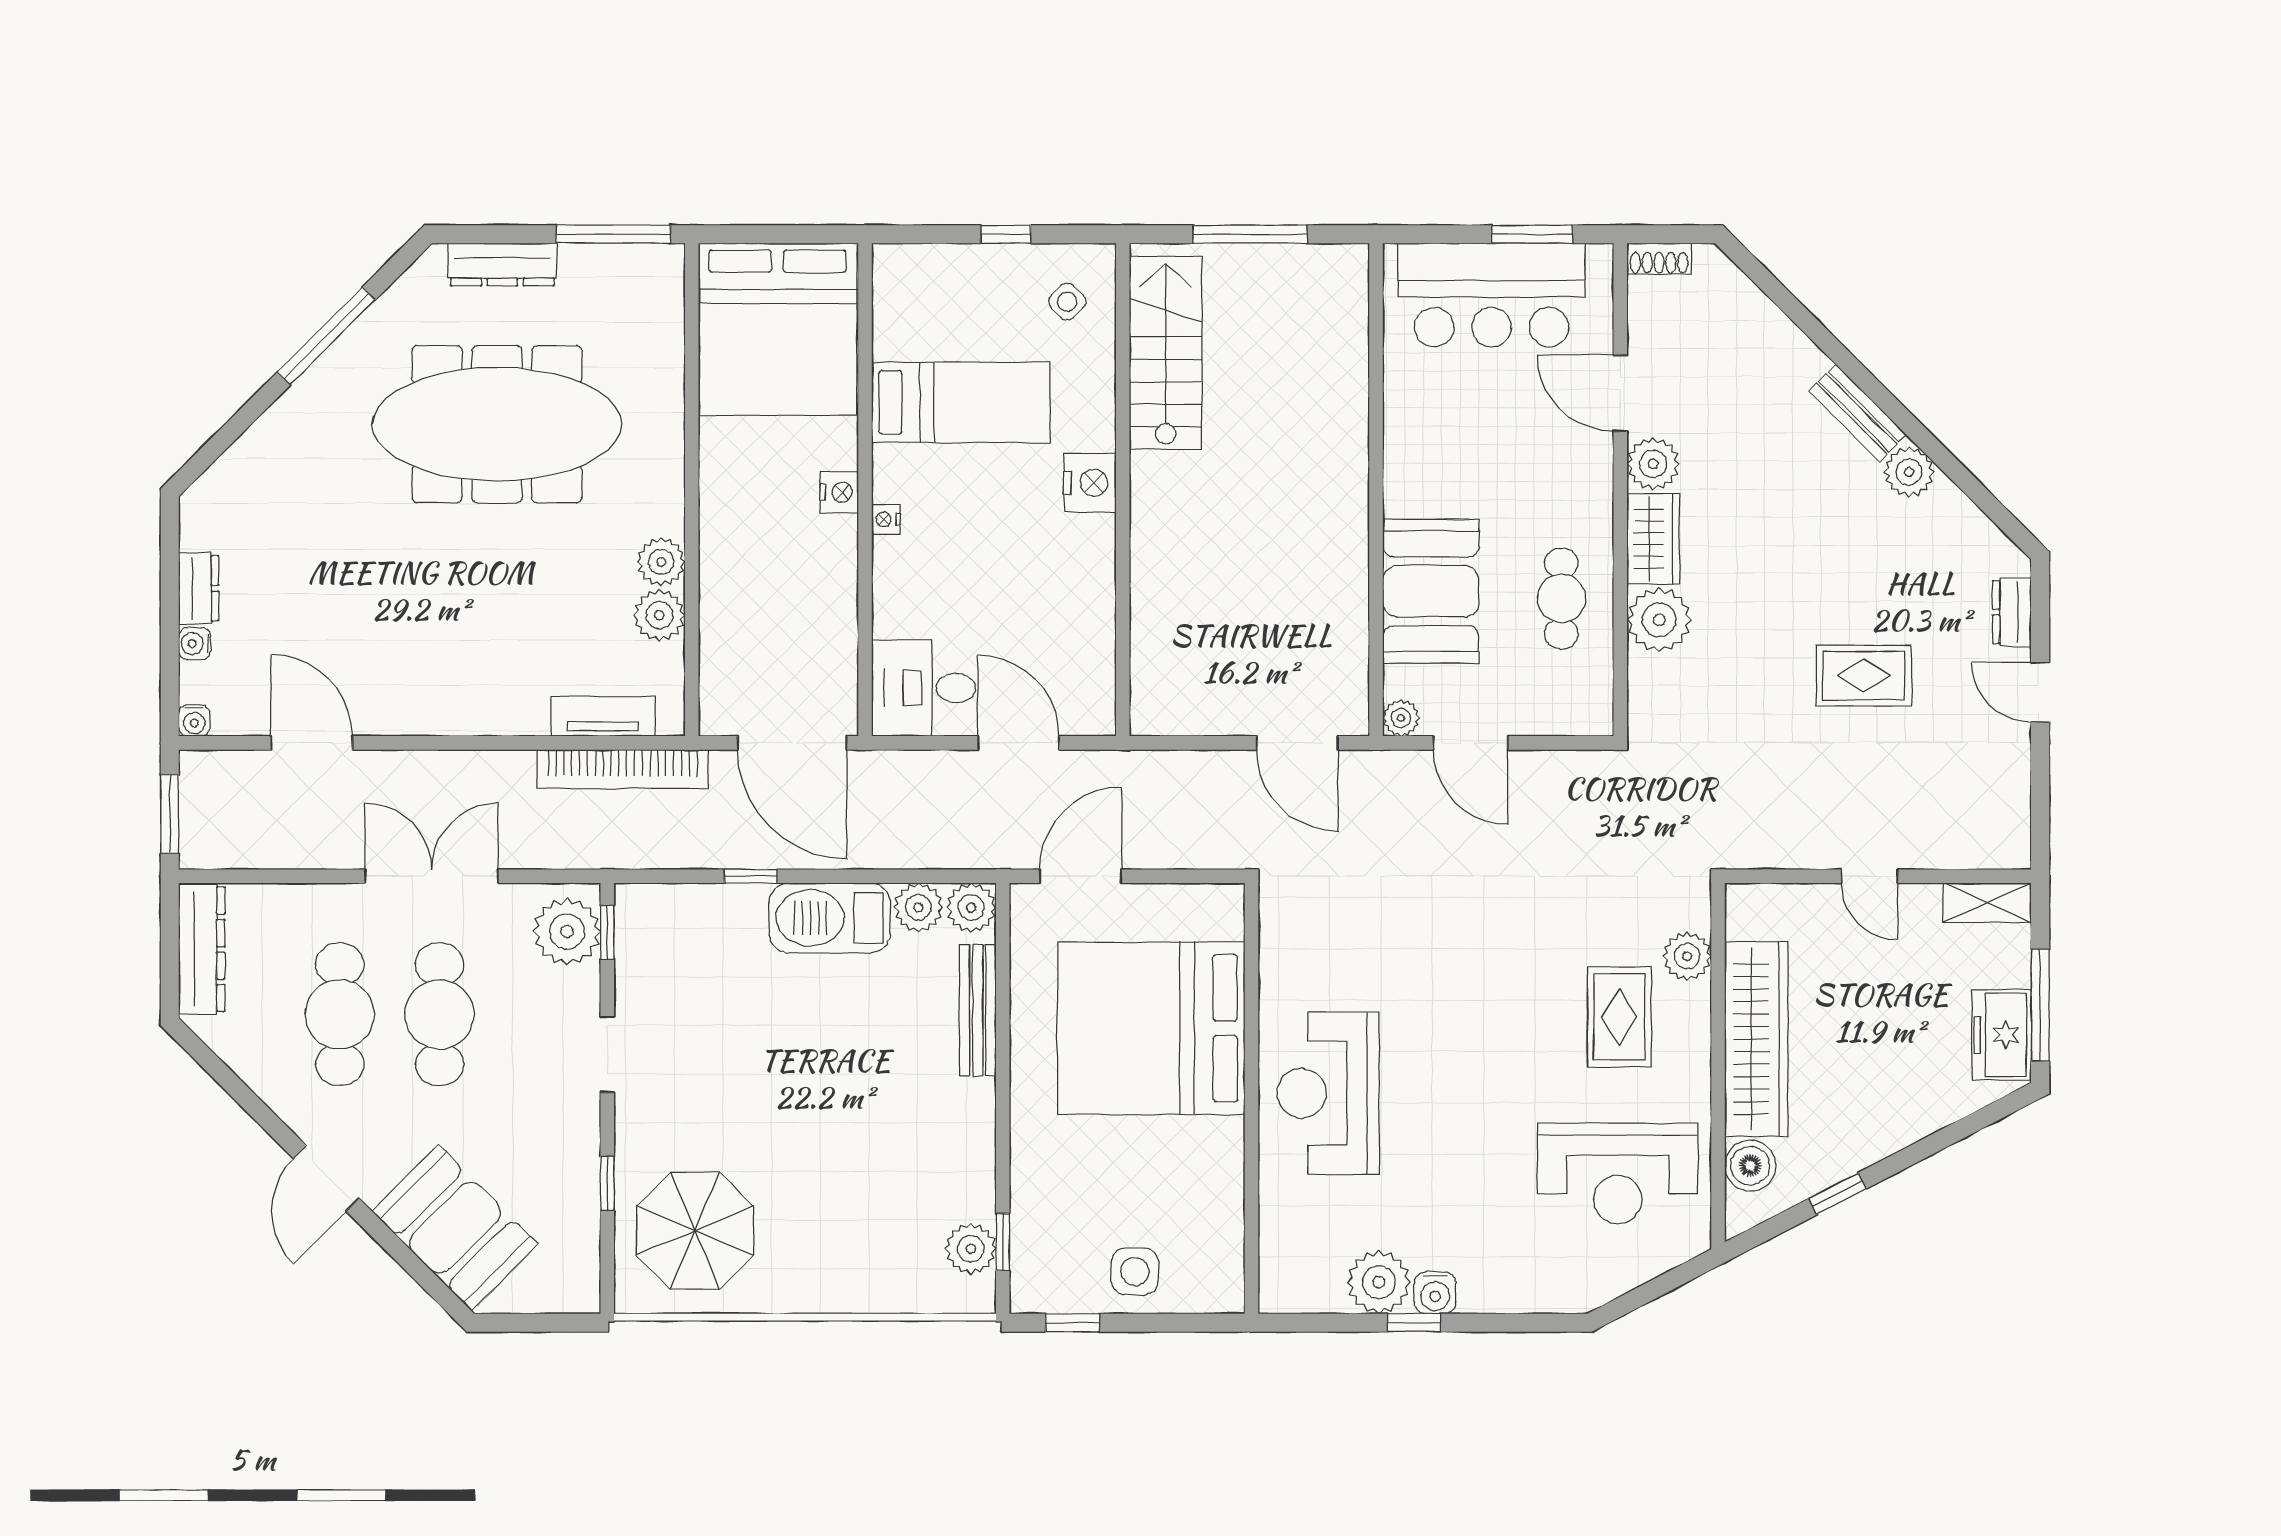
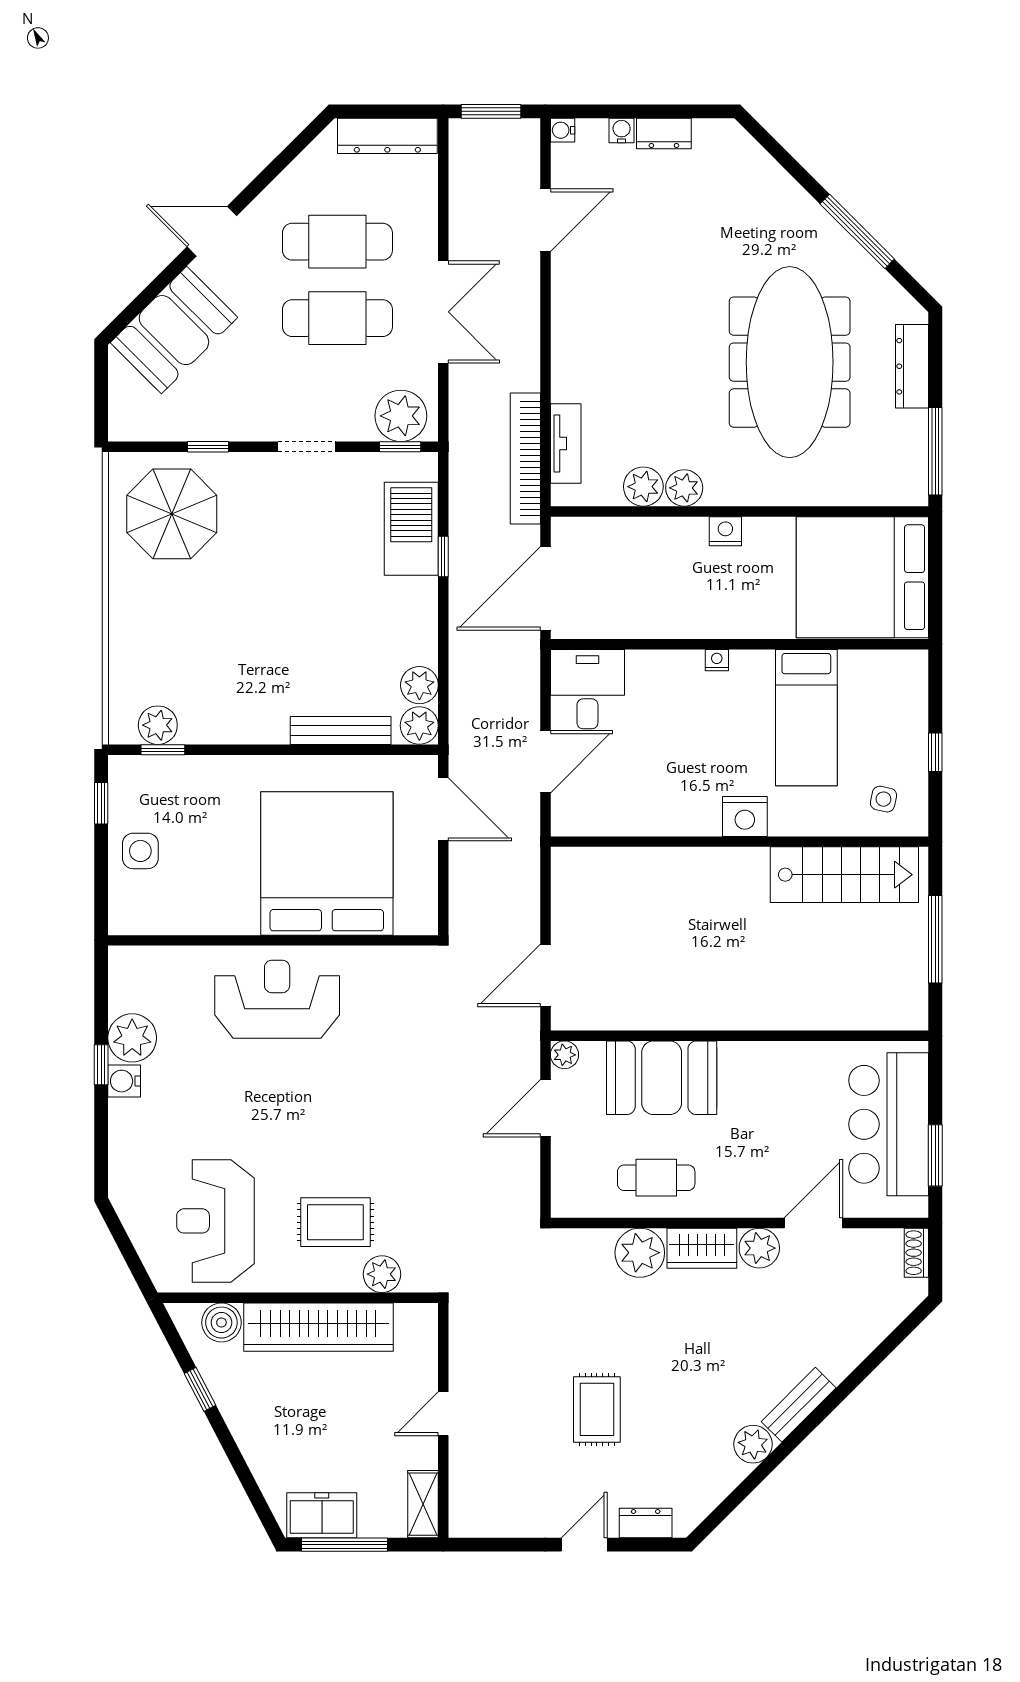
side table: (1067, 302) -> (883, 799), turned -33
nightstand: (839, 492) -> (725, 531), moved, turned 180
barbecue: (830, 918) -> (411, 529), moved

